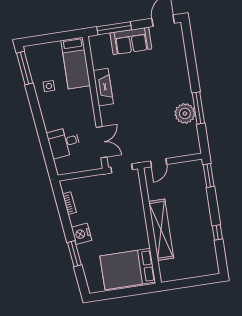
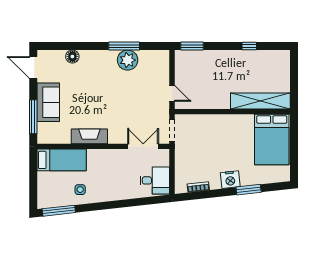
floor lamp: (180, 58) -> (72, 57), added
desk: (64, 142) -> (155, 180), moved, turned -84
shelving: (161, 230) -> (260, 101), moved

